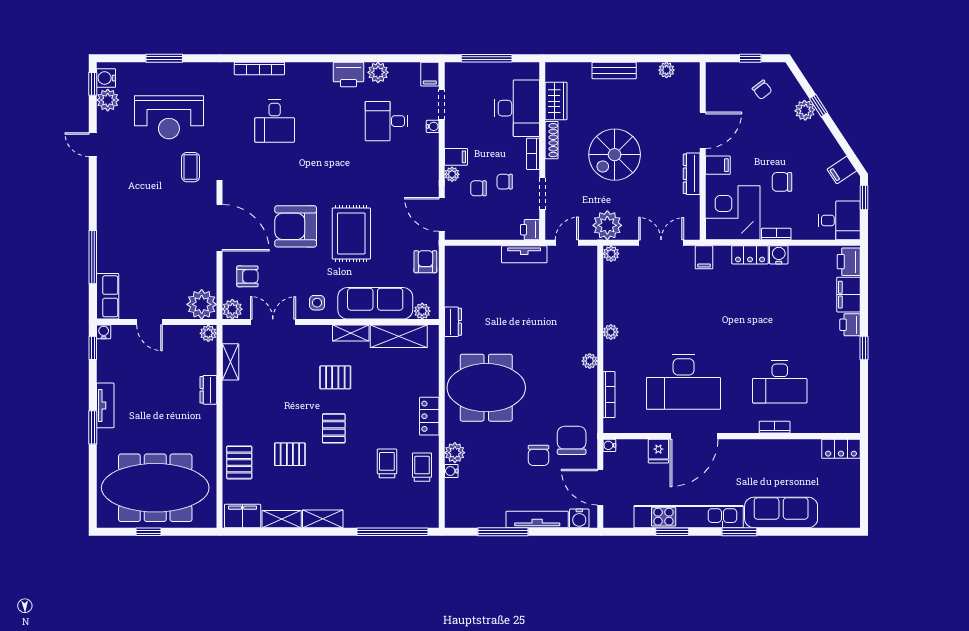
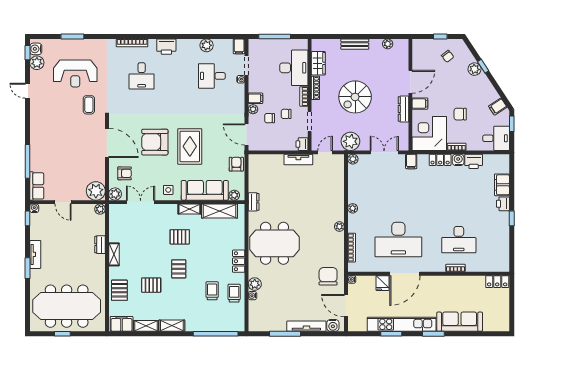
printer: (348, 75) -> (166, 47), moved
printer: (849, 262) -> (474, 161), moved, turned -90
shelving: (231, 362) -> (114, 254), moved
chair: (538, 455) -> (307, 286), removed

